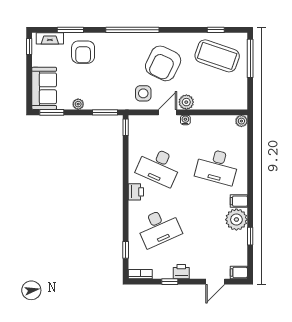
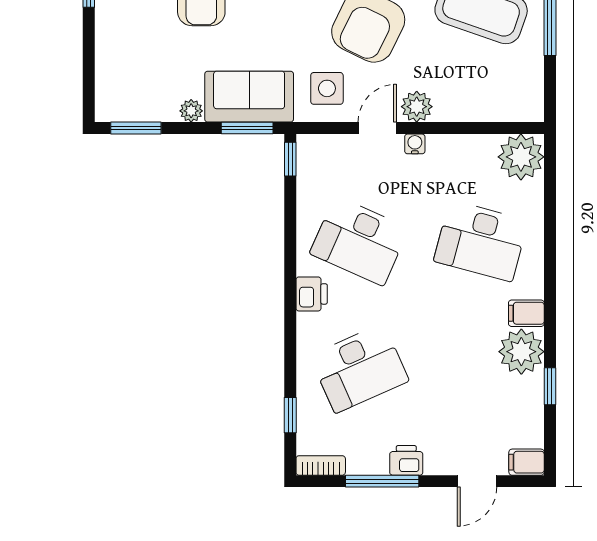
sofa: (44, 88) -> (249, 97), moved, turned -90
plant: (241, 121) -> (521, 157), width x1.88, depth x1.88
window: (170, 282) -> (382, 481), width x2.17

